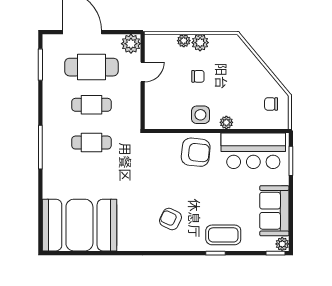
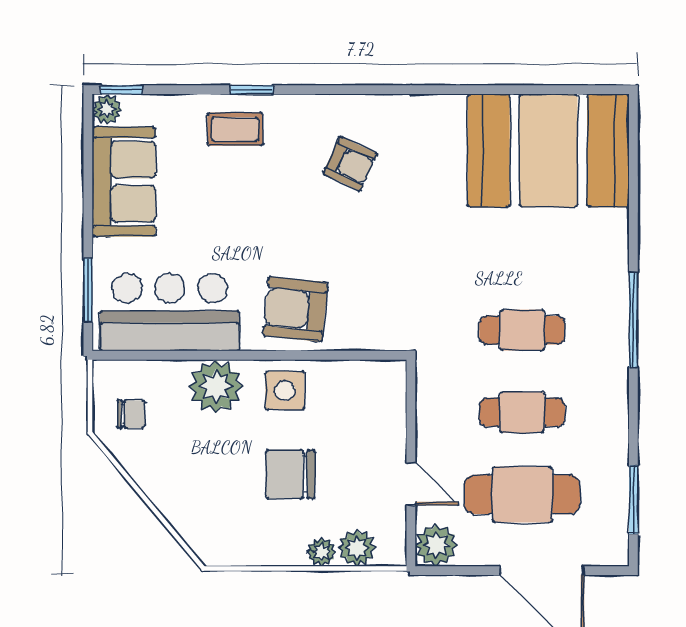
plant: (200, 43) -> (357, 548), moved
door: (143, 72) -> (411, 484), swing flipped
chair: (198, 76) -> (290, 474), width x1.87, depth x1.87
plant: (226, 122) -> (216, 386), width x1.88, depth x1.88
coffee table: (223, 235) -> (235, 129), width x0.73, depth x0.77

